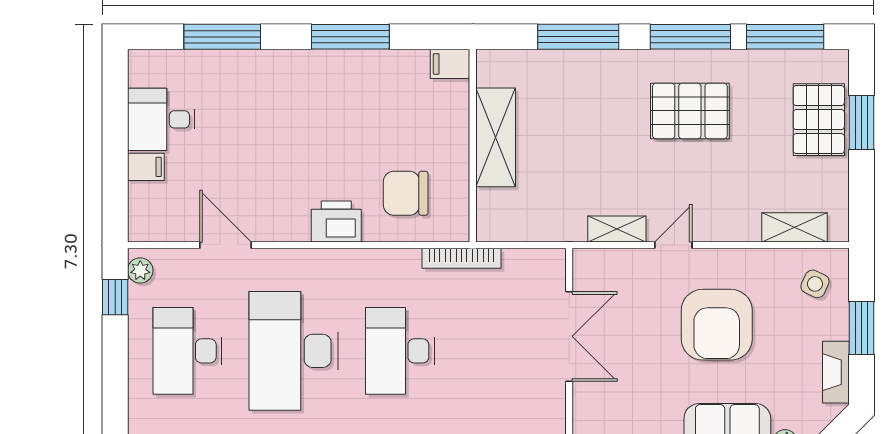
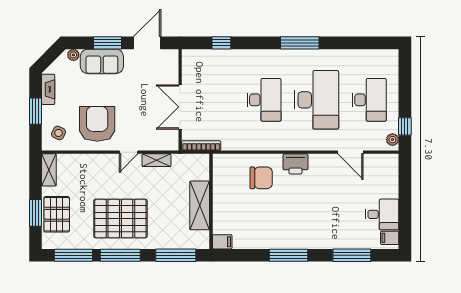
filing cabinet: (450, 64) -> (222, 242), moved
pallet: (690, 111) -> (120, 219), width x1.37, depth x1.41
shelving: (496, 137) -> (200, 205), moved
wall: (473, 146) -> (211, 201), moved
filing cabinet: (146, 167) -> (390, 238), moved
shelving: (794, 227) -> (49, 170), moved, turned 90
bookcase: (462, 258) -> (201, 146), moved
armchair: (717, 325) -> (97, 124), moved

